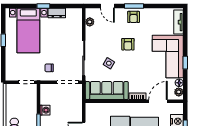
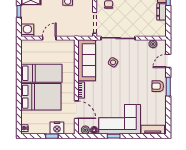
armchair: (128, 44) -> (131, 81), removed

